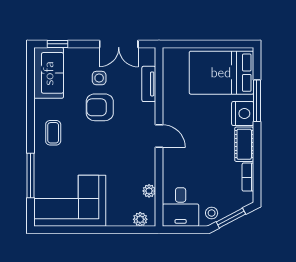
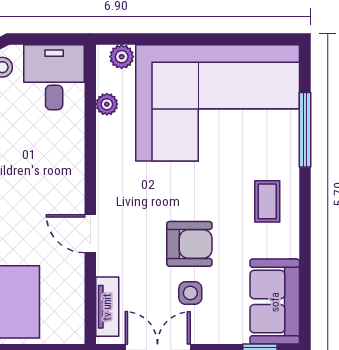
tv unit: (149, 84) -> (107, 307), moved
door: (159, 136) -> (90, 234), moved
corner sofa: (70, 201) -> (218, 103), width x1.36, depth x1.36

